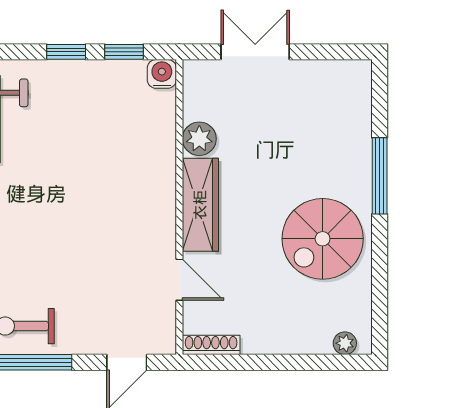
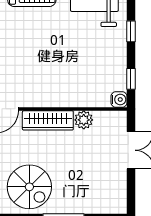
window: (66, 52) -> (131, 31), moved
spiral stairs: (323, 239) -> (29, 187), turned 180

